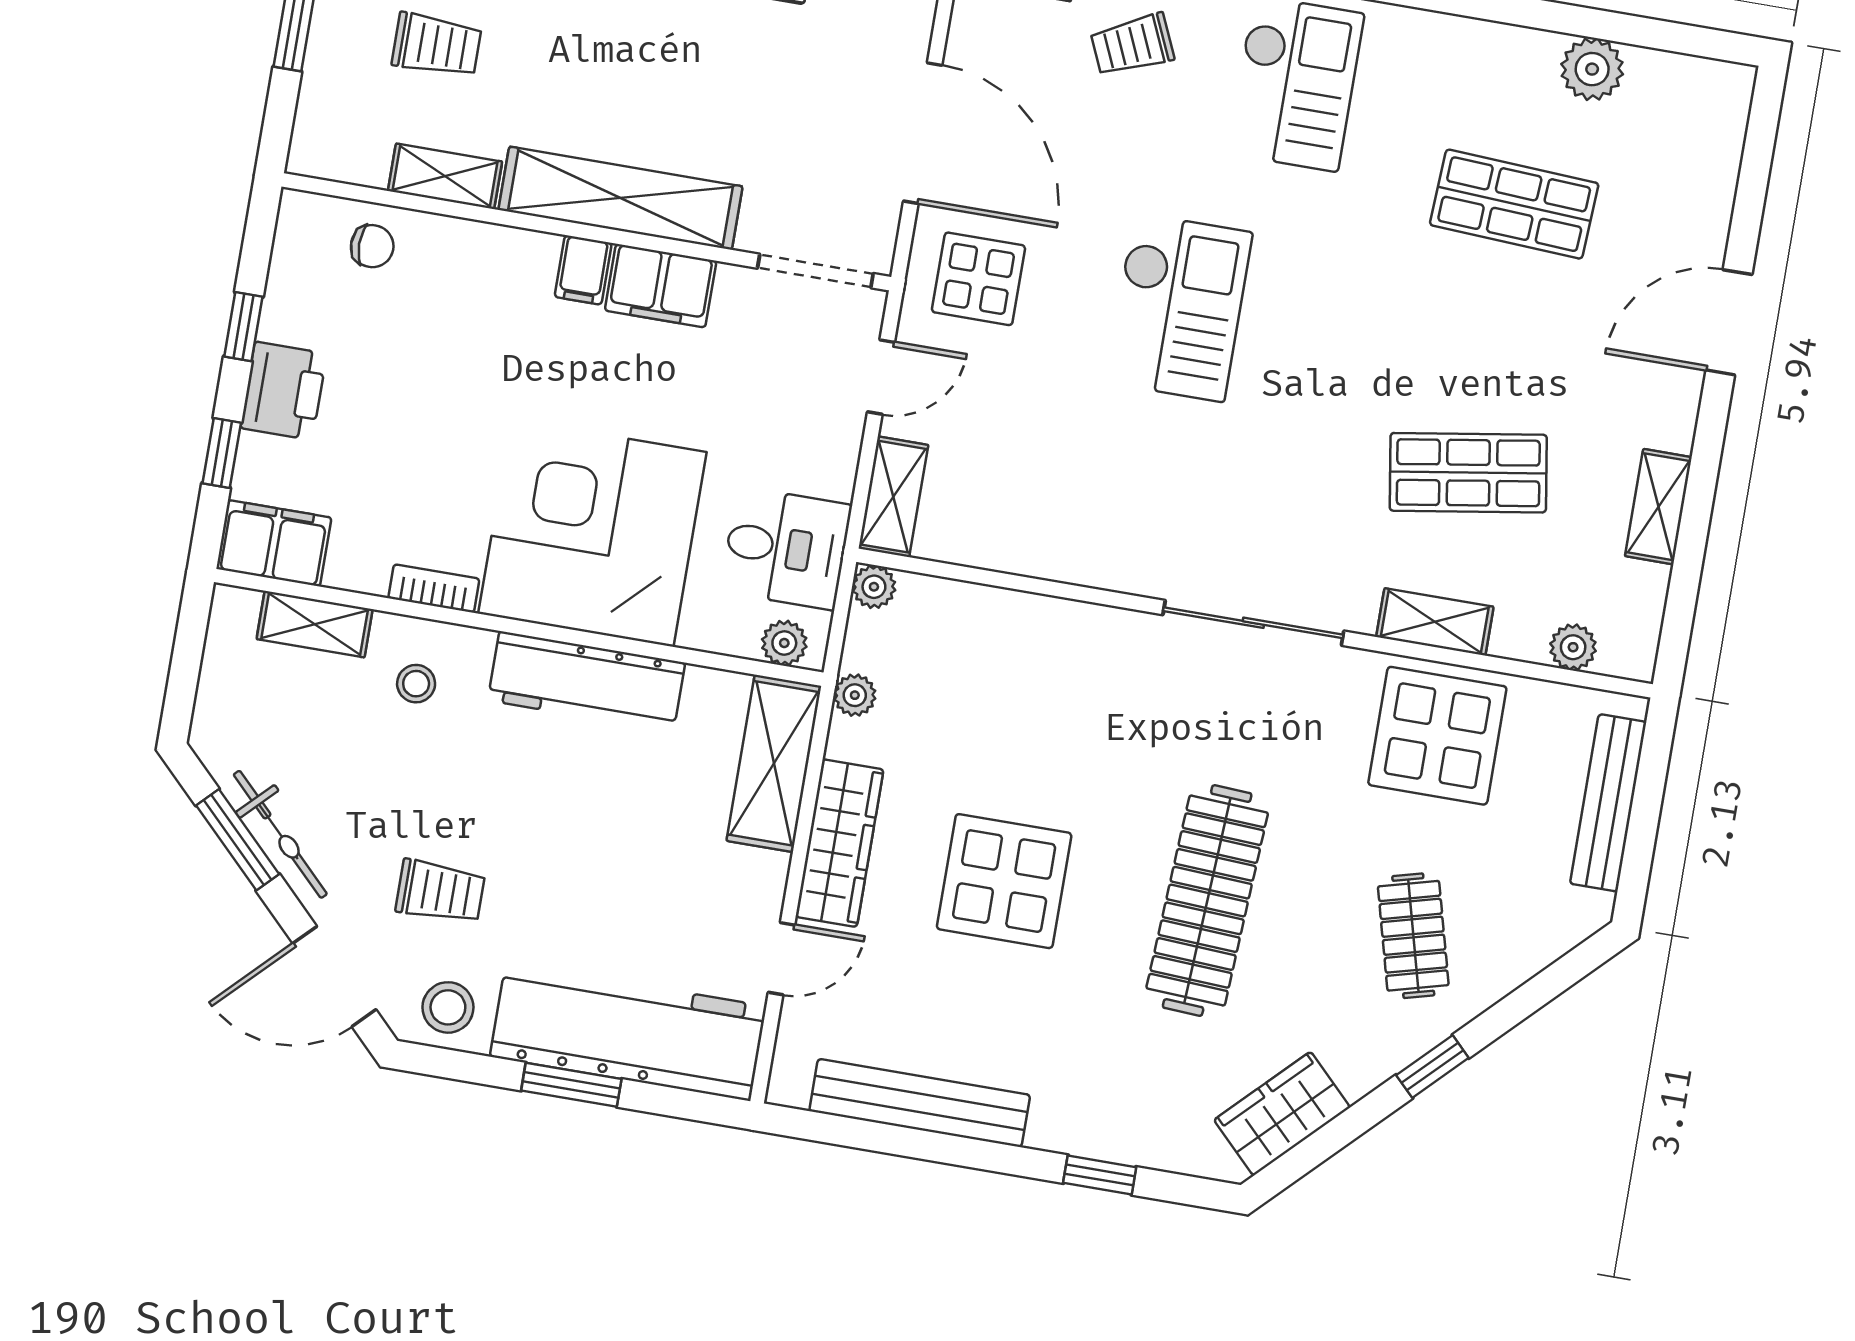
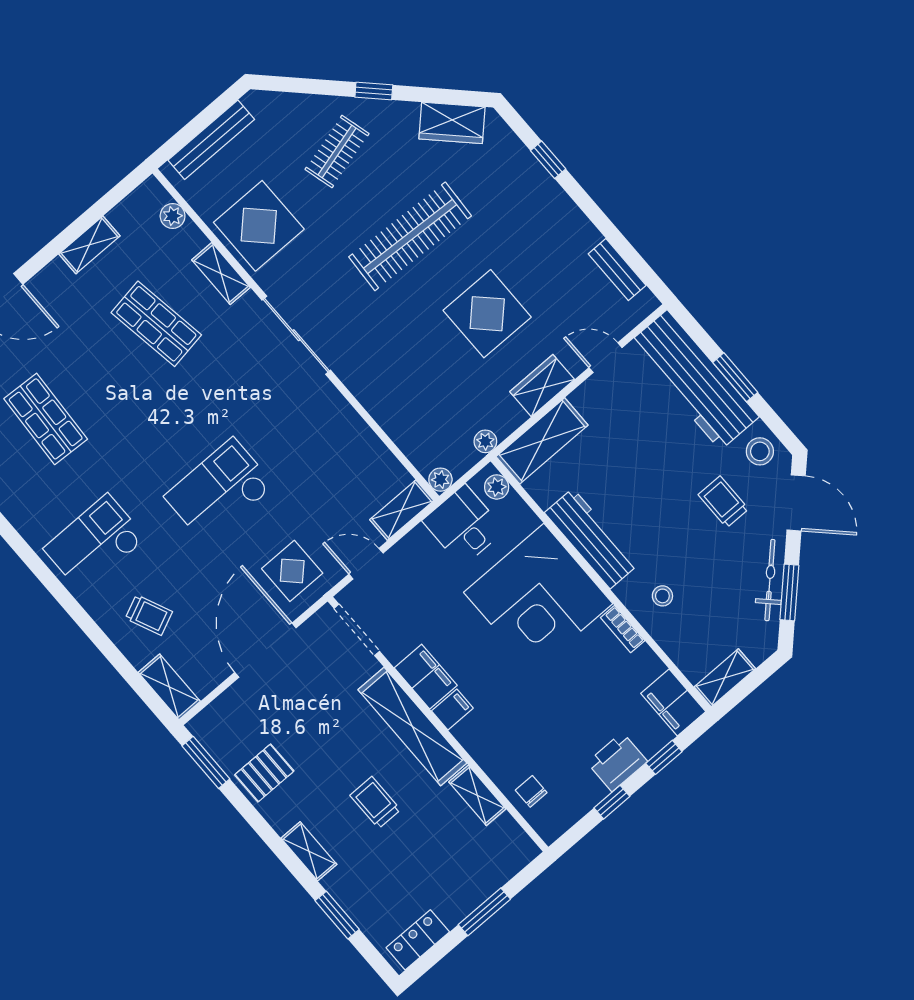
trolley: (437, 45) -> (375, 803), moved
shelving: (315, 624) -> (725, 678), moved, turned 90
wardrobe: (840, 843) -> (542, 386), width x0.67
bench: (920, 1103) -> (617, 270), width x0.54, depth x0.82

